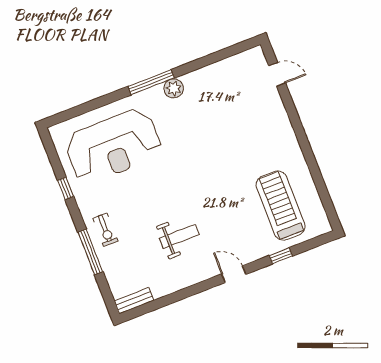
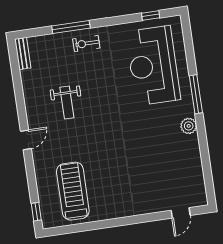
window: (151, 82) -> (196, 94), moved
window: (66, 188) -> (151, 15), moved
treadmill: (281, 206) -> (73, 191), turned -90
window: (281, 256) -> (36, 212), moved

